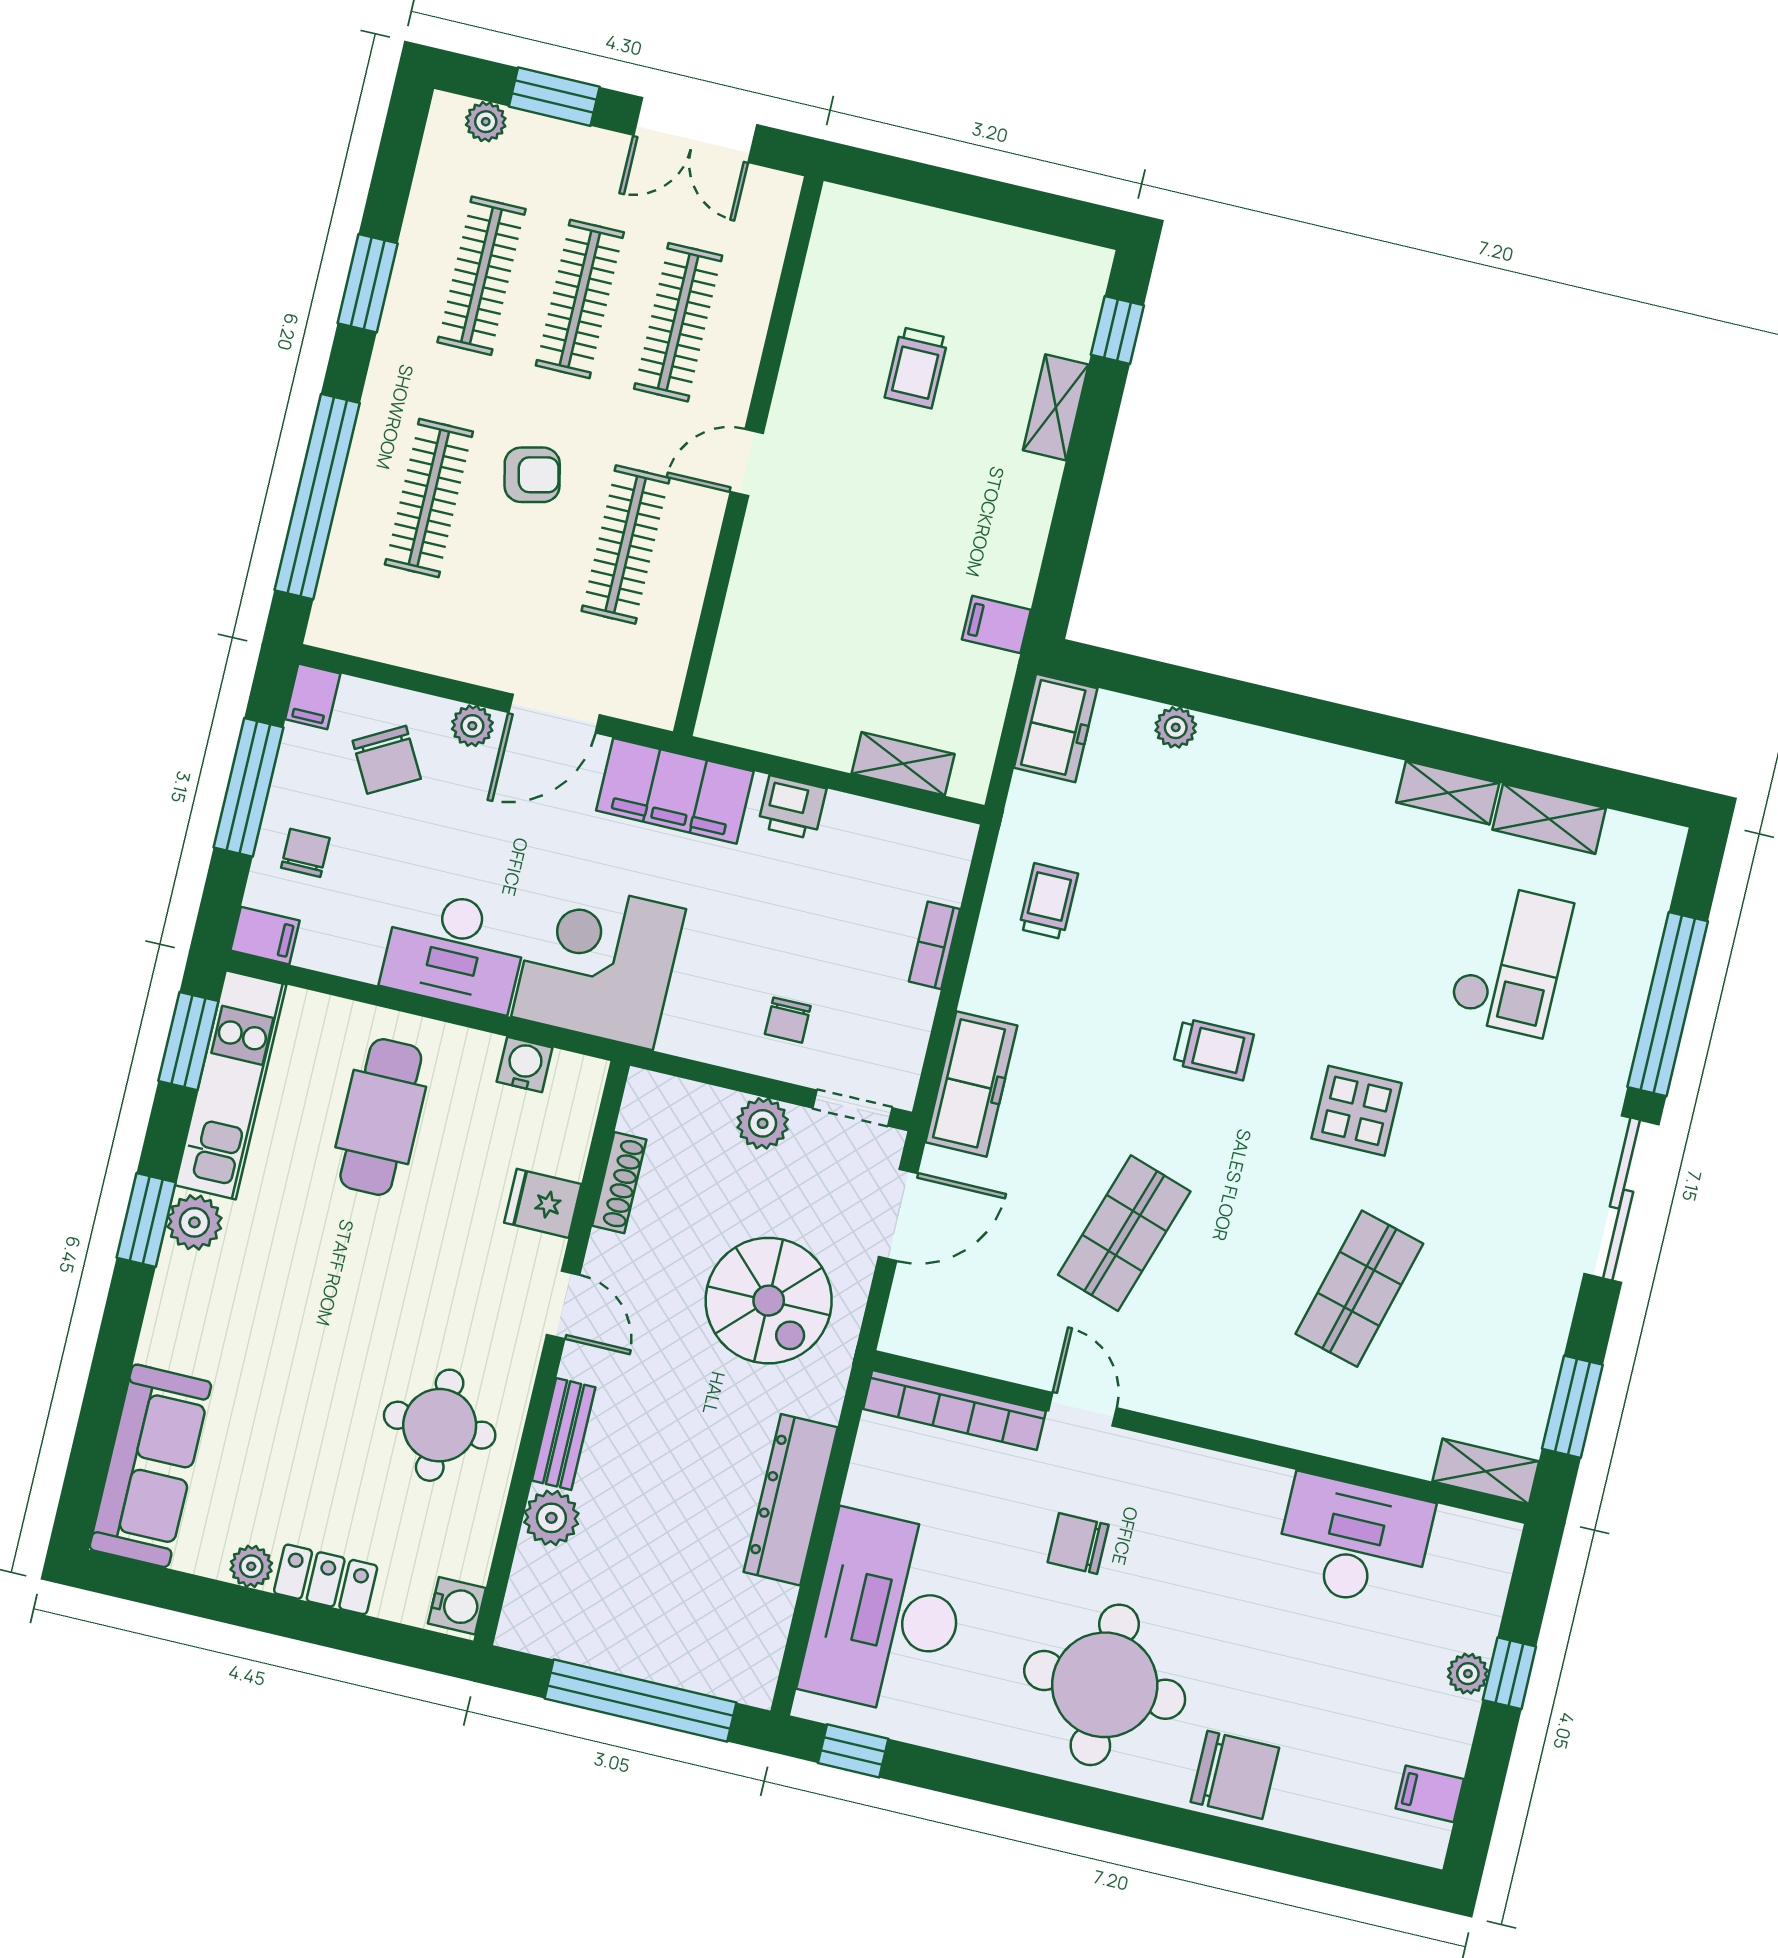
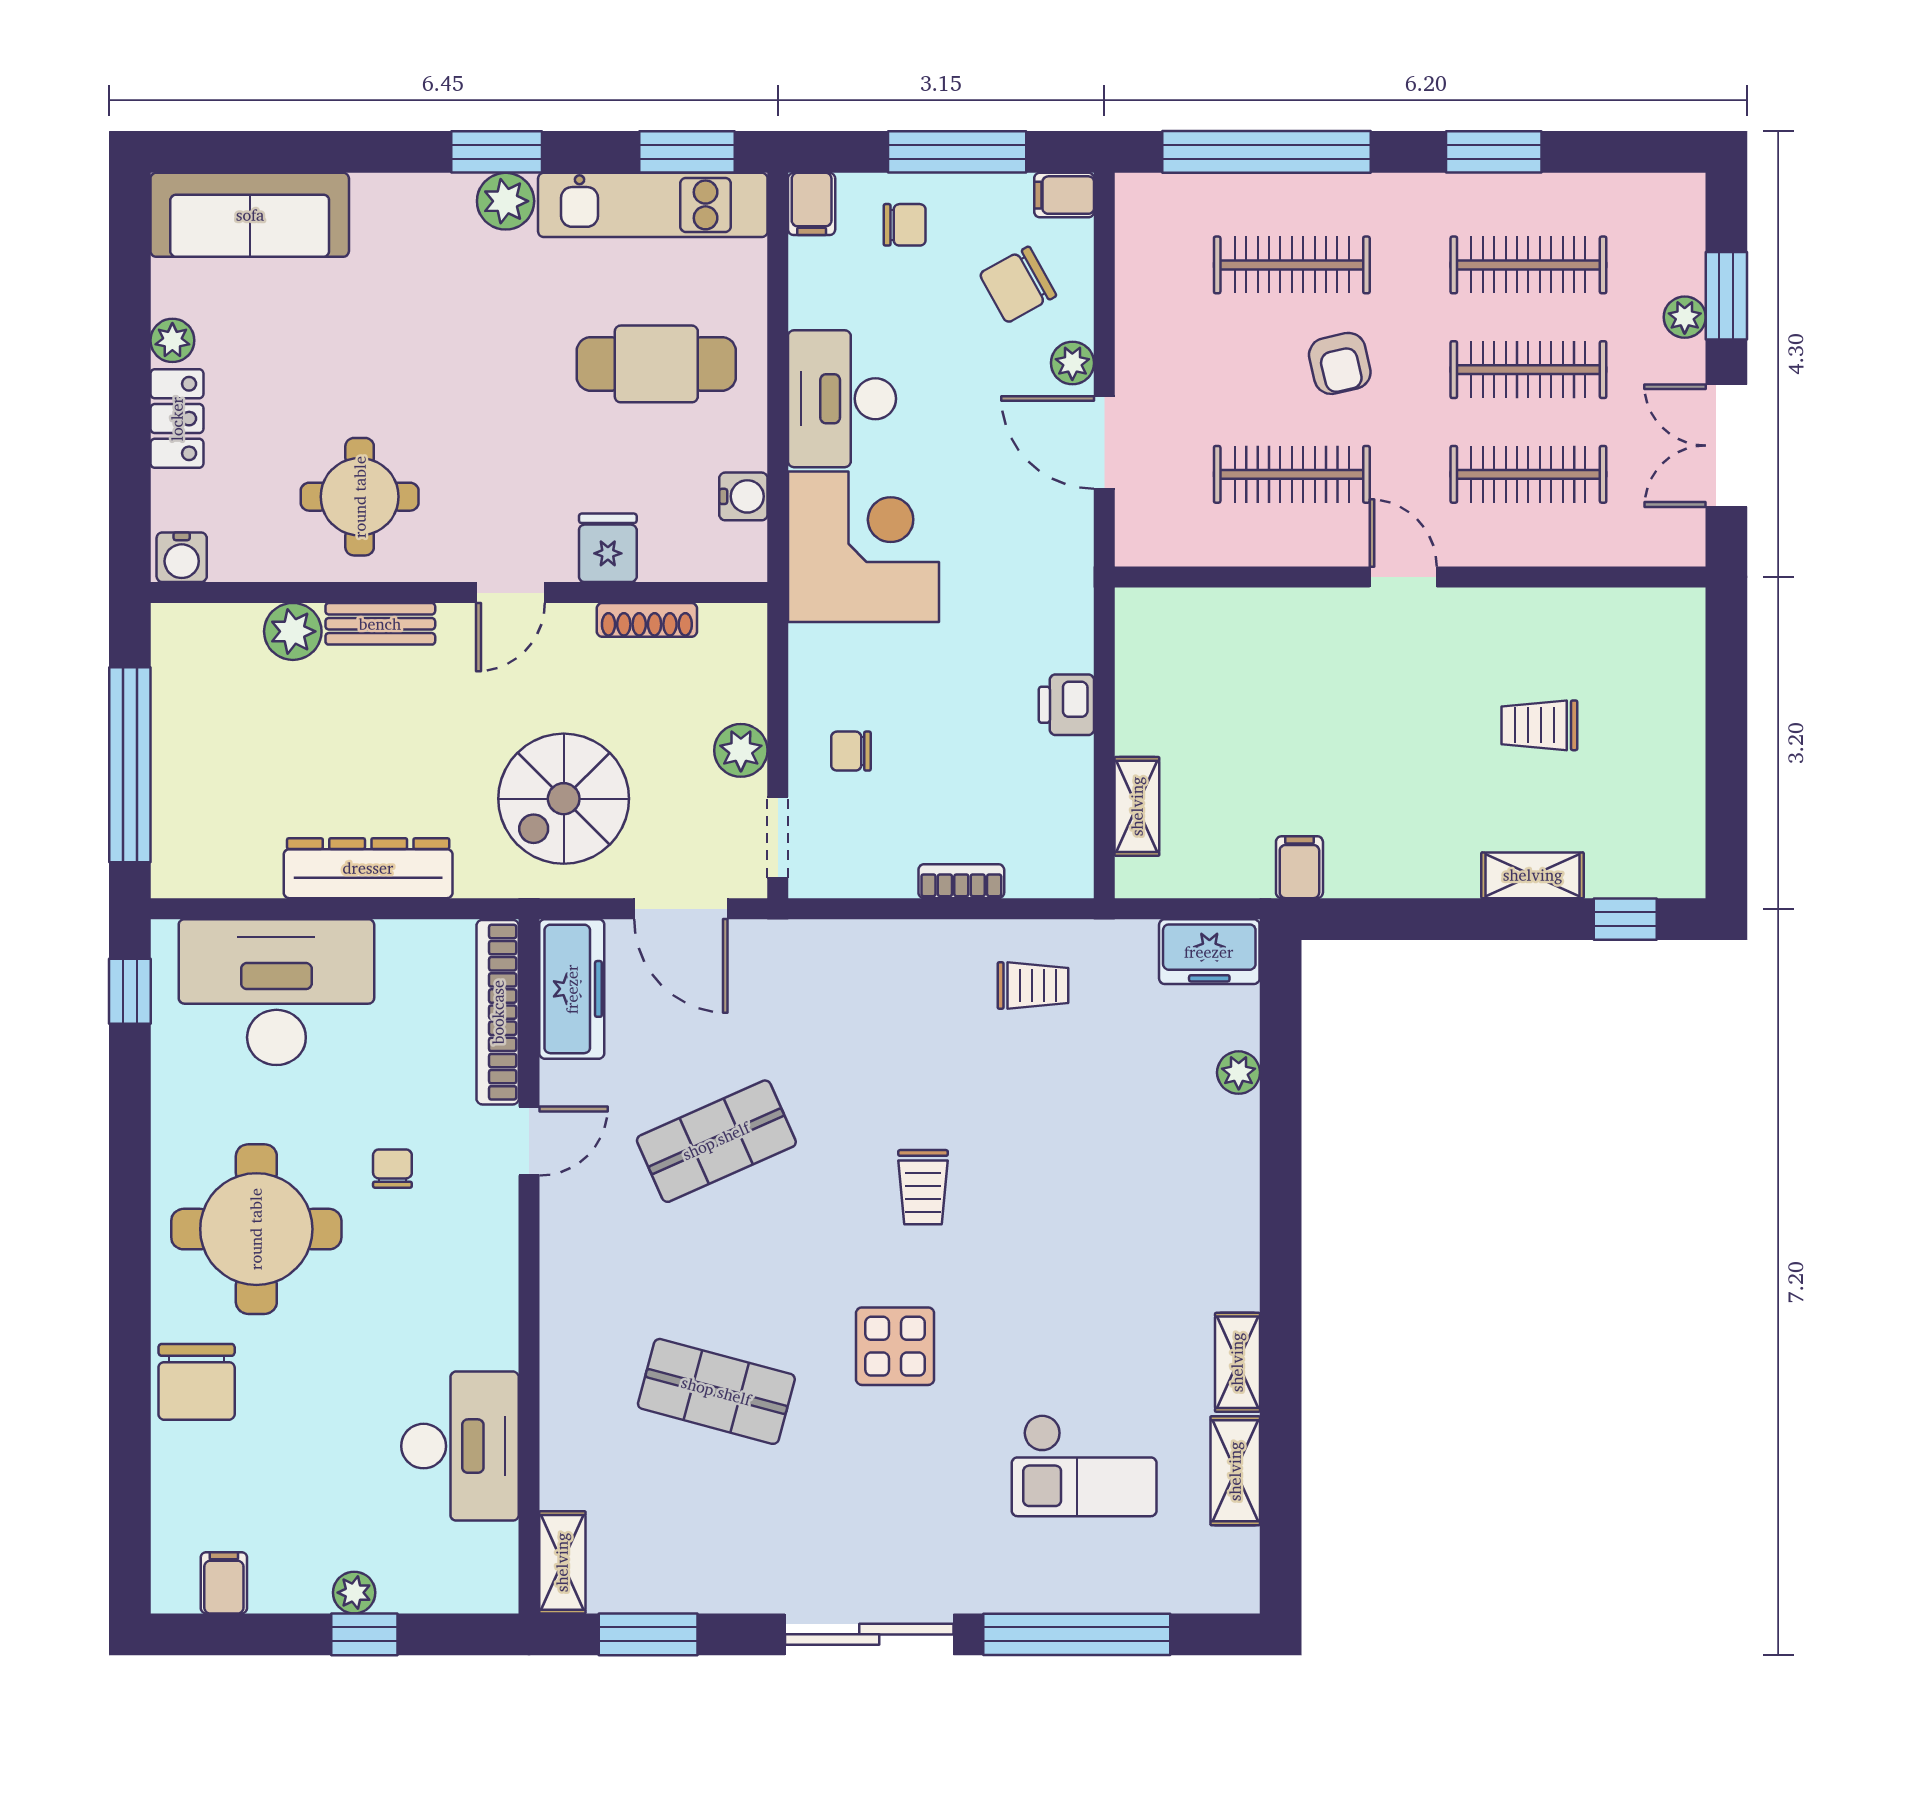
plant: (486, 122) -> (1685, 317), moved
filing cabinet: (675, 791) -> (1055, 583), removed
freezer: (971, 1084) -> (572, 989), moved, turned -90
shop shelf: (1124, 1233) -> (716, 1141), turned -42
chair: (1078, 1544) -> (392, 1169), width x0.73, depth x0.73

